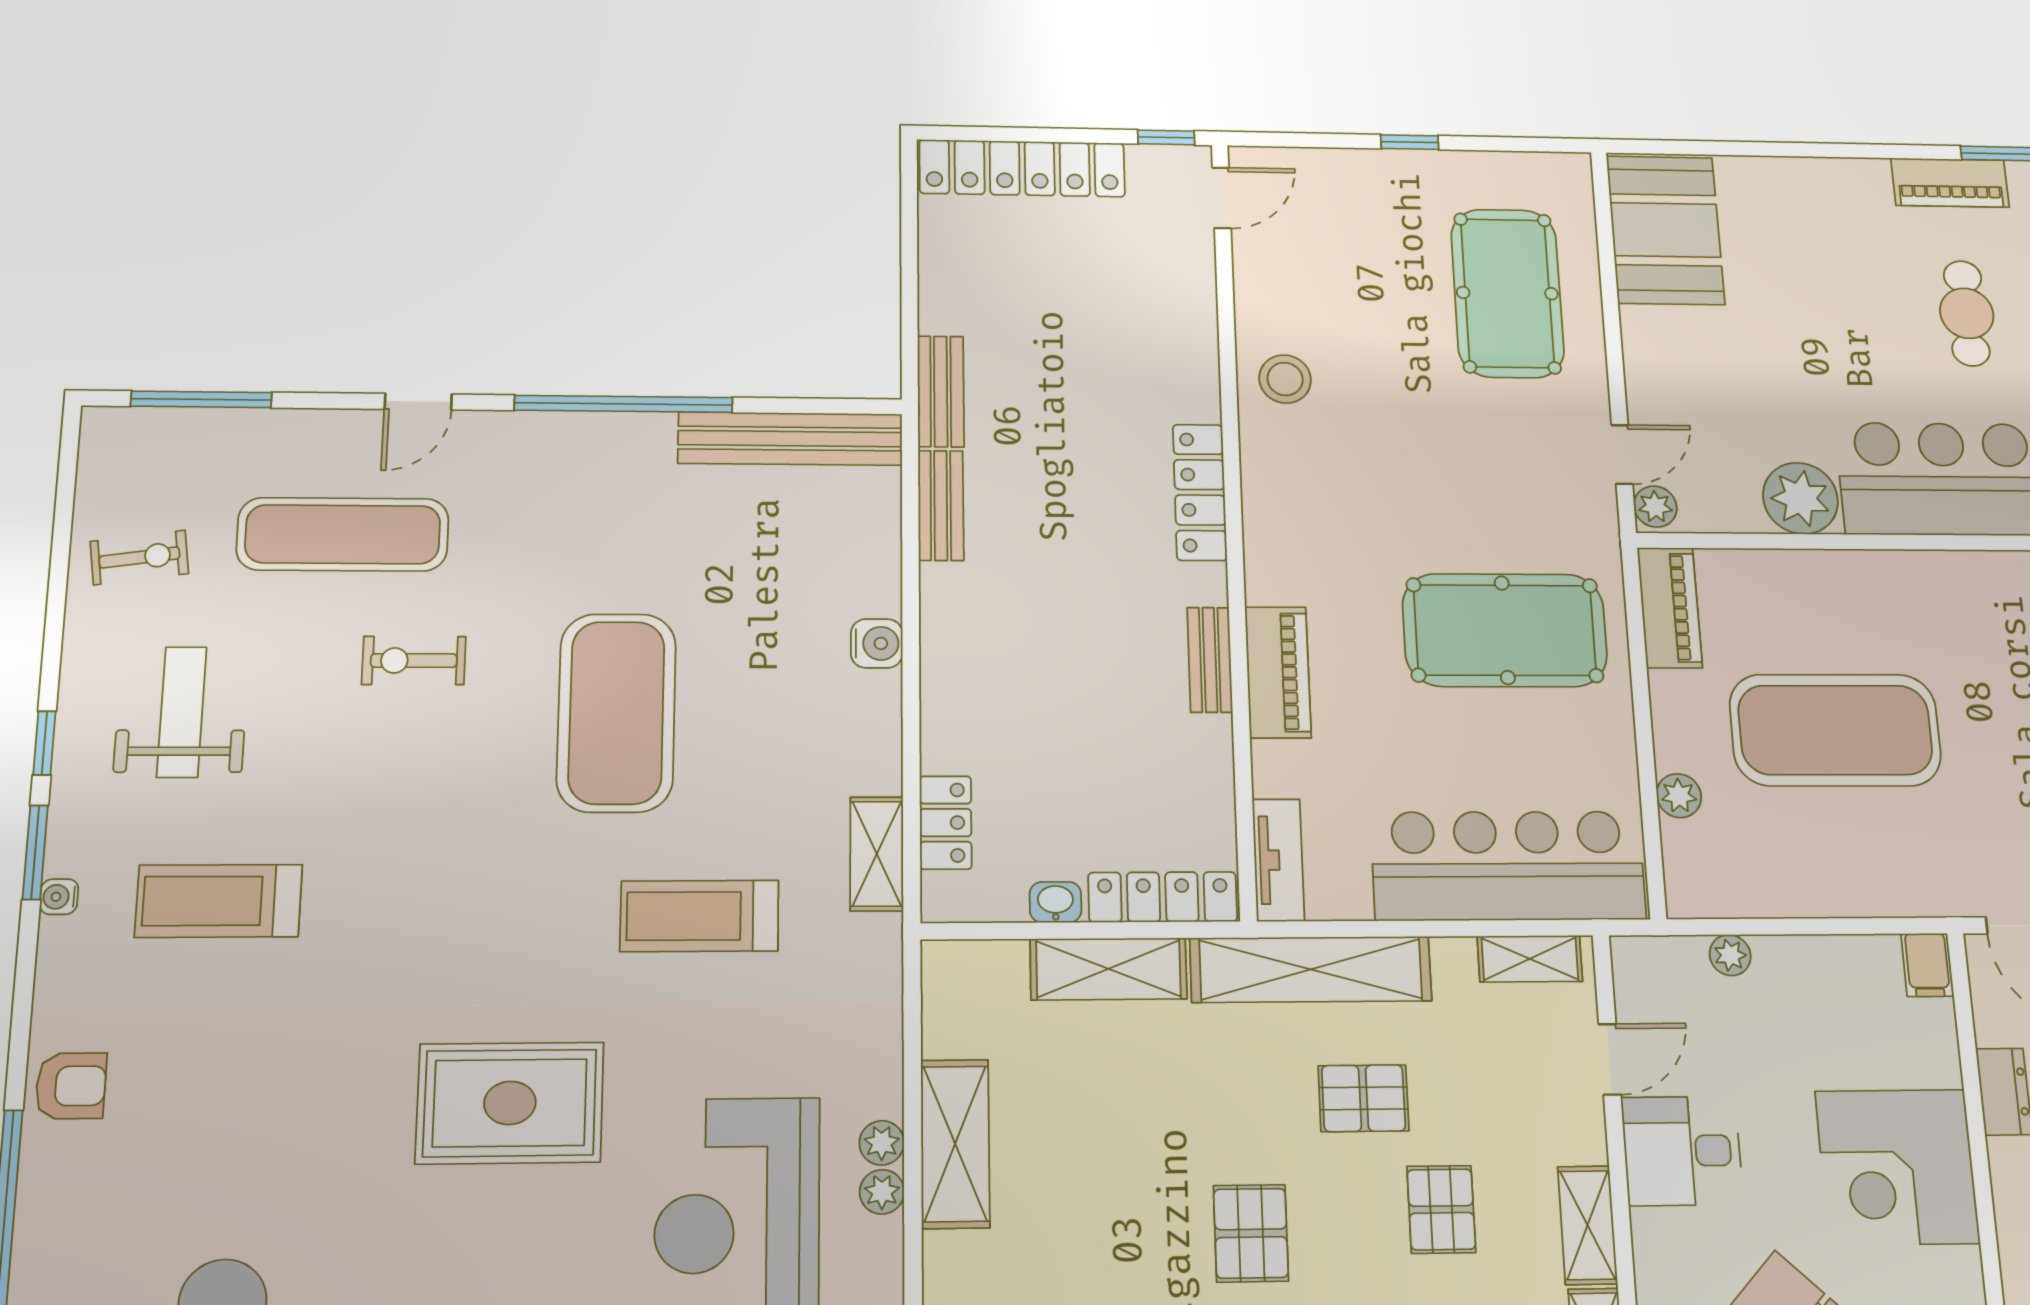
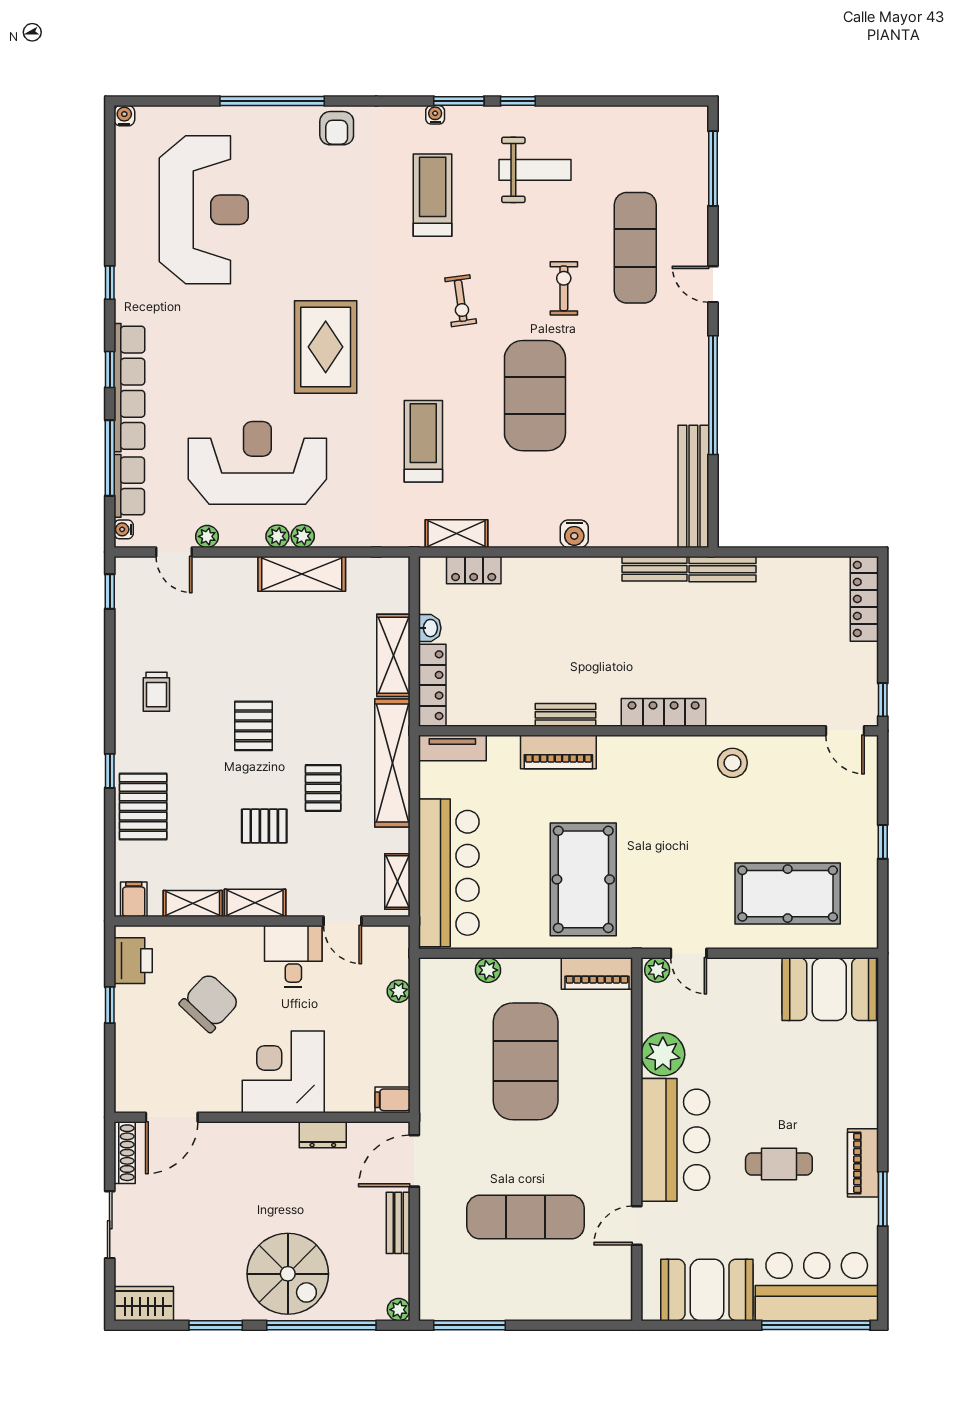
locker: (1022, 168) -> (864, 599), width x0.71, depth x0.83
exercise bike: (139, 557) -> (461, 301), moved
exercise mat: (616, 712) -> (535, 396), turned 90
pallet: (1251, 1233) -> (253, 726), turned 90

